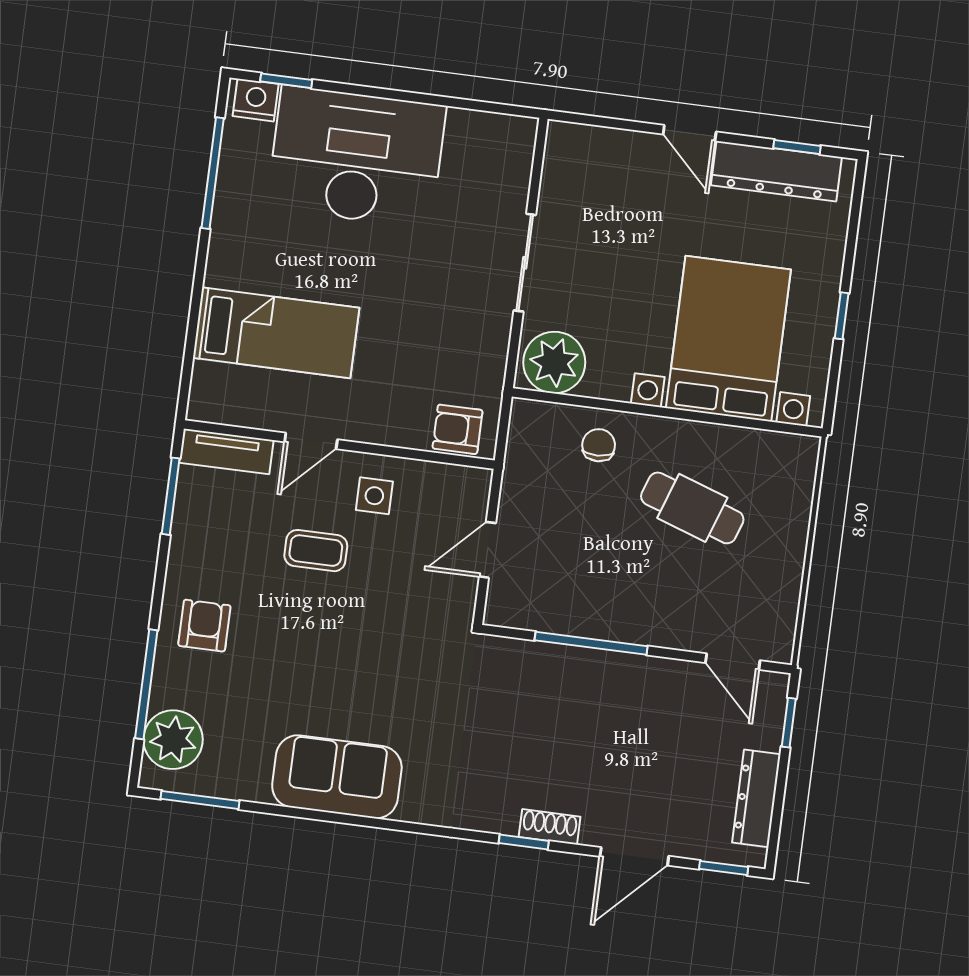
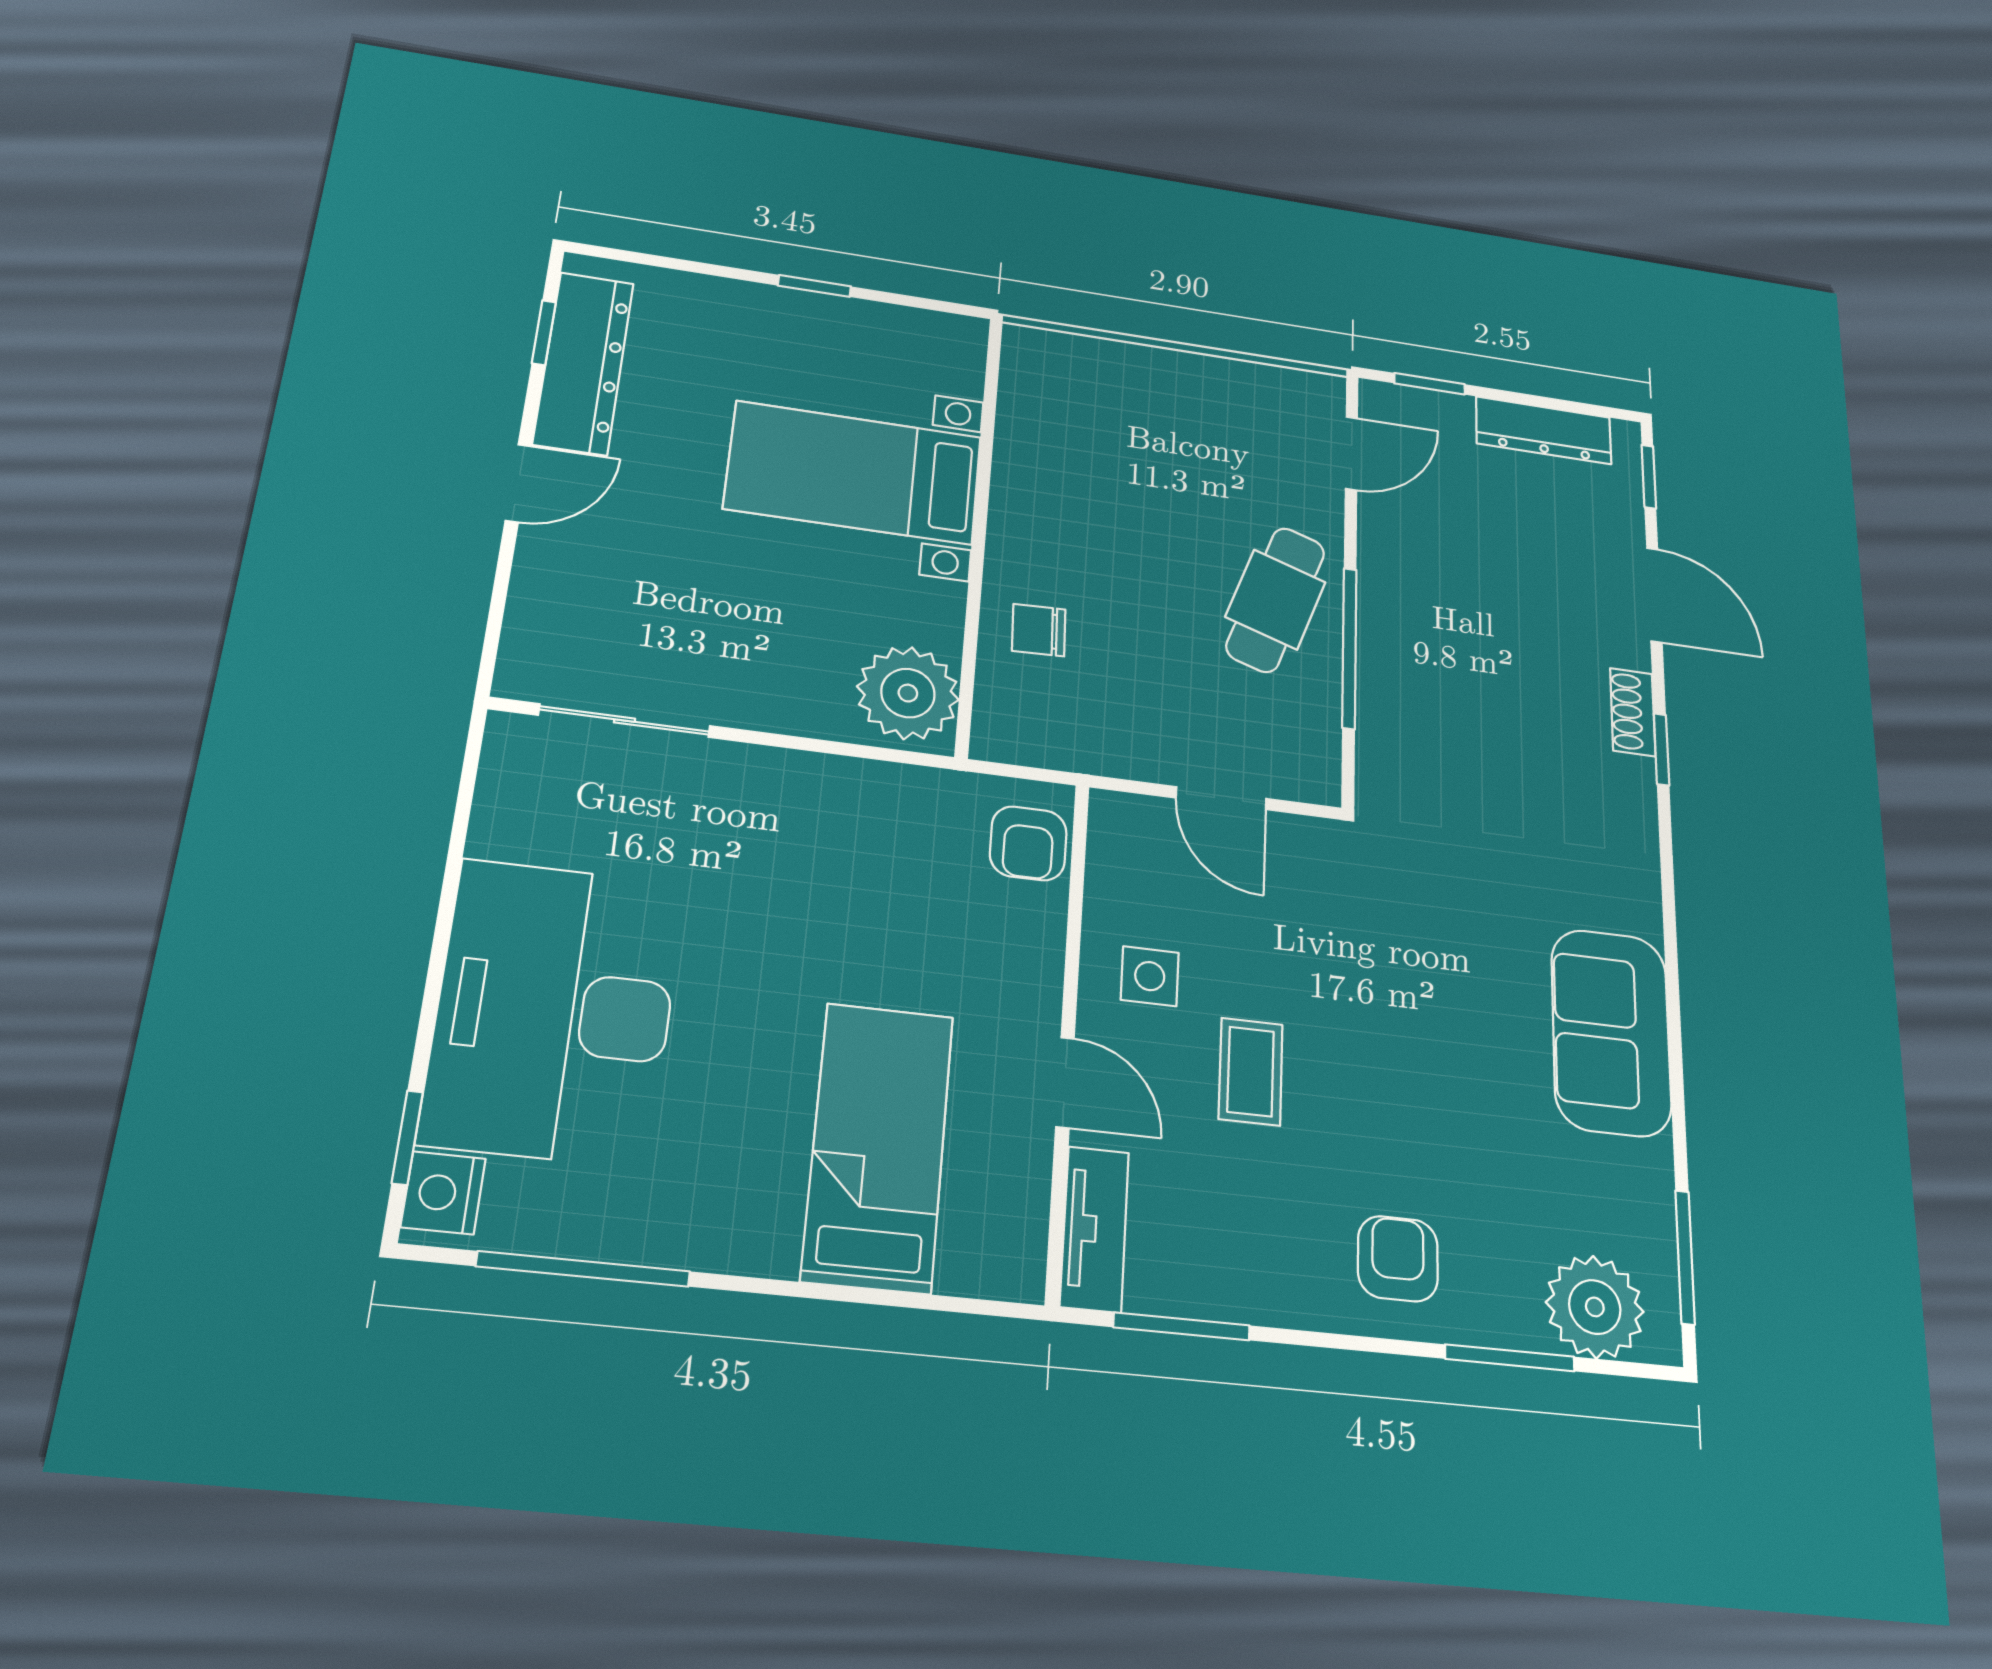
sliding door: (525, 263) -> (625, 721), moved
bed with nightstands: (728, 339) -> (854, 473), width x0.73
cafe table: (692, 508) -> (1276, 599), moved
armchair: (204, 626) -> (1398, 1259), turned 90
window: (146, 684) -> (1510, 1358), width x0.69

